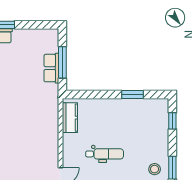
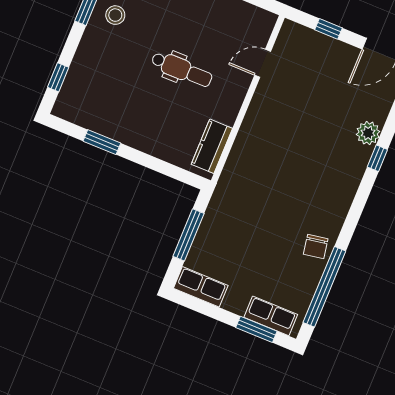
row of seats: (51, 68) -> (201, 287), moved, turned -90
dental chair: (105, 154) -> (182, 69), turned 180

